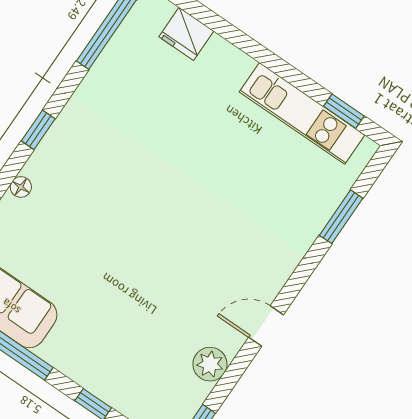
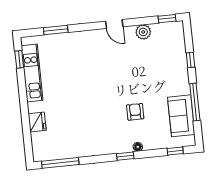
fridge: (186, 34) -> (37, 122), moved
window: (38, 130) -> (125, 156), moved
armchair: (85, 234) -> (135, 112), added

